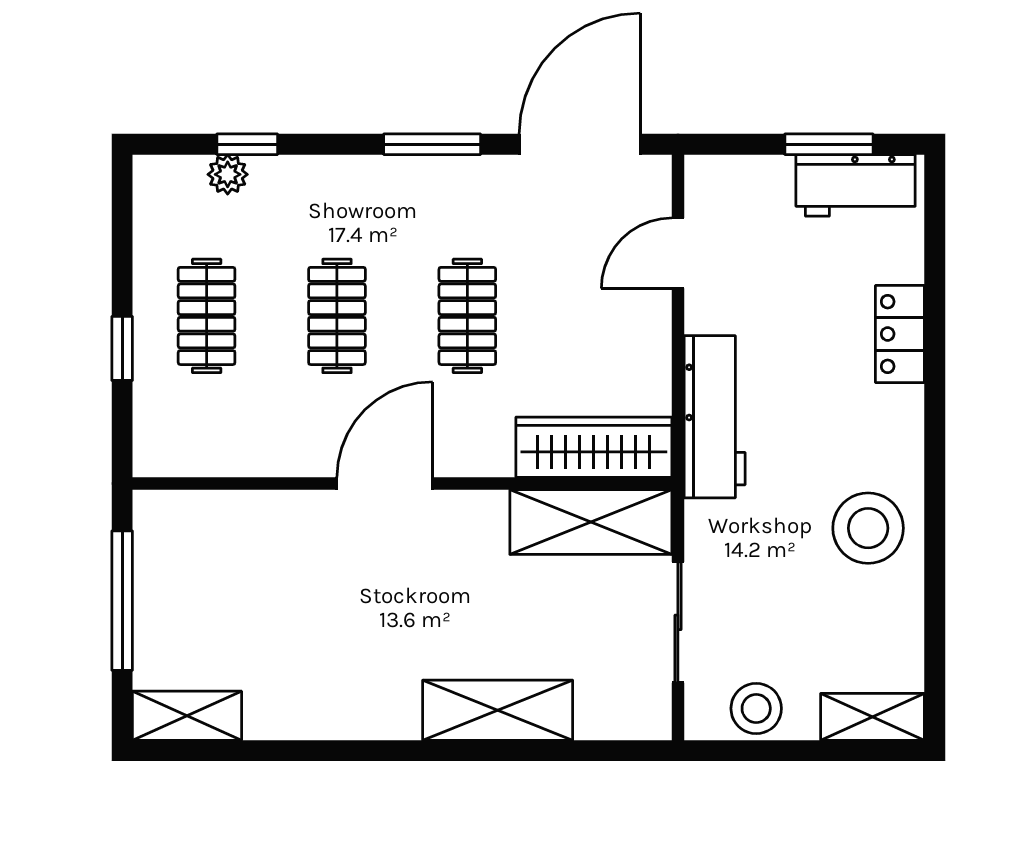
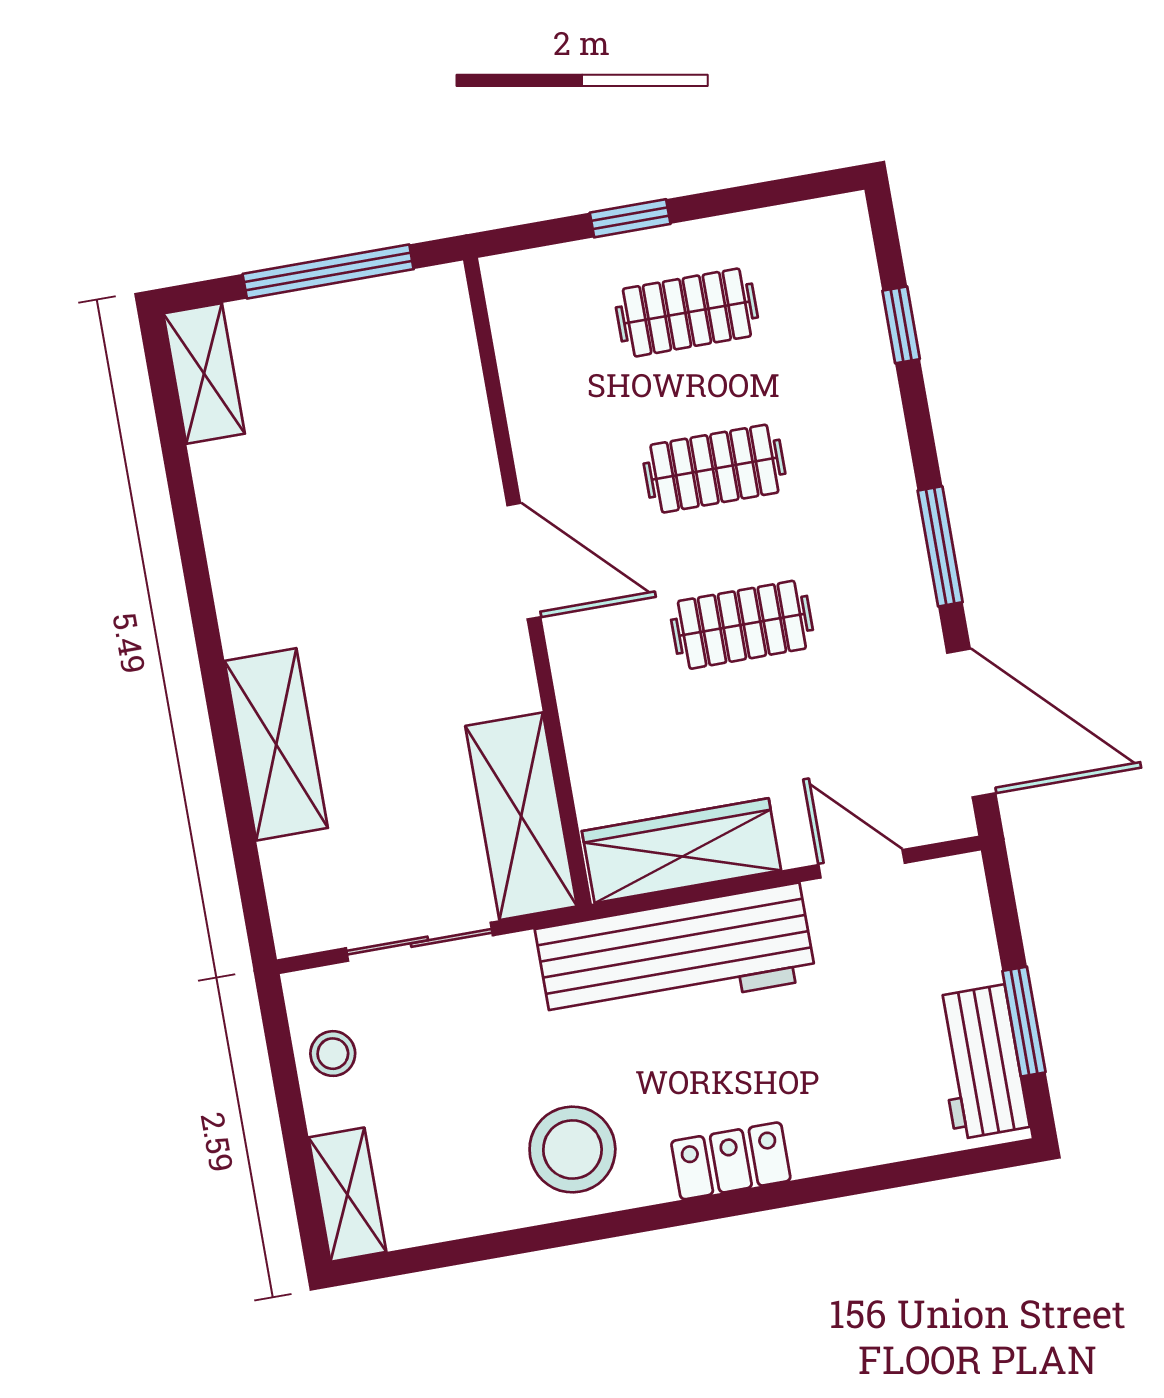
plant: (228, 174) -> (861, 308), removed
locker: (900, 334) -> (731, 1161), moved
workbench: (715, 417) -> (676, 954), width x1.36, depth x1.32
wardrobe: (594, 447) -> (682, 851), moved, turned -90
stool: (756, 708) -> (333, 1054), width x0.73, depth x0.73

